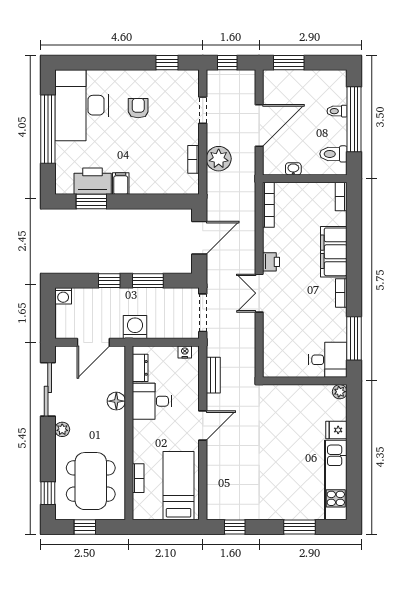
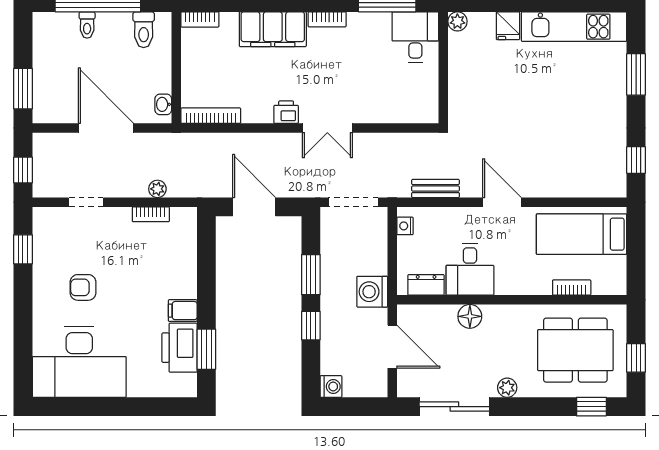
window: (48, 129) -> (111, 407), removed
plant: (219, 159) -> (157, 189), width x0.53, depth x0.53
washbasin: (293, 169) -> (163, 104), moved

